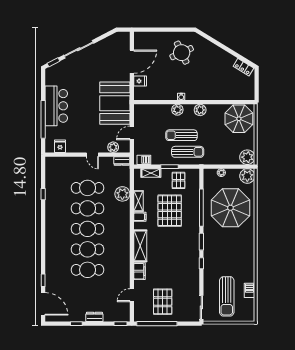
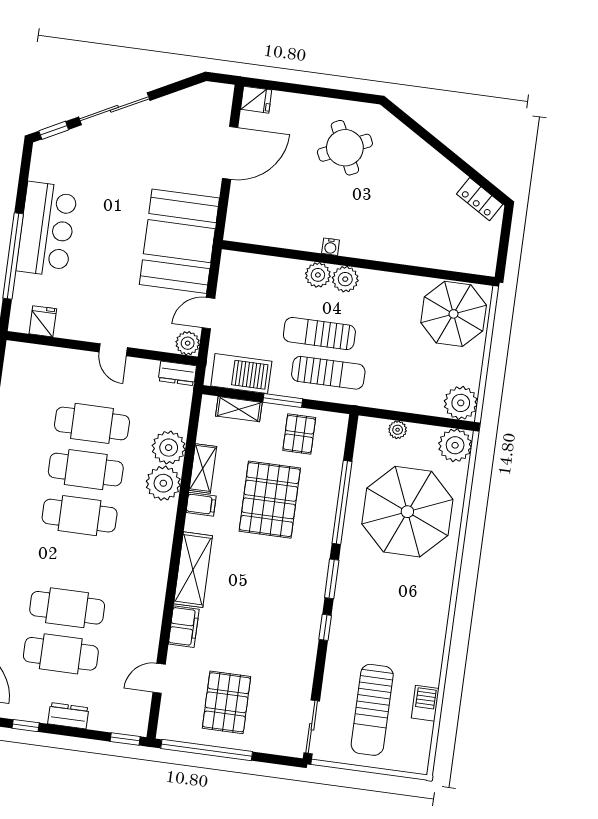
fridge: (140, 81) -> (256, 100), moved
plant: (200, 110) -> (345, 279), moved
plant: (113, 147) -> (188, 343), moved
barbecue: (144, 160) -> (241, 374), width x1.88, depth x1.53
plant: (122, 210) -> (163, 483), added
cafe table: (88, 249) -> (61, 654), moved

